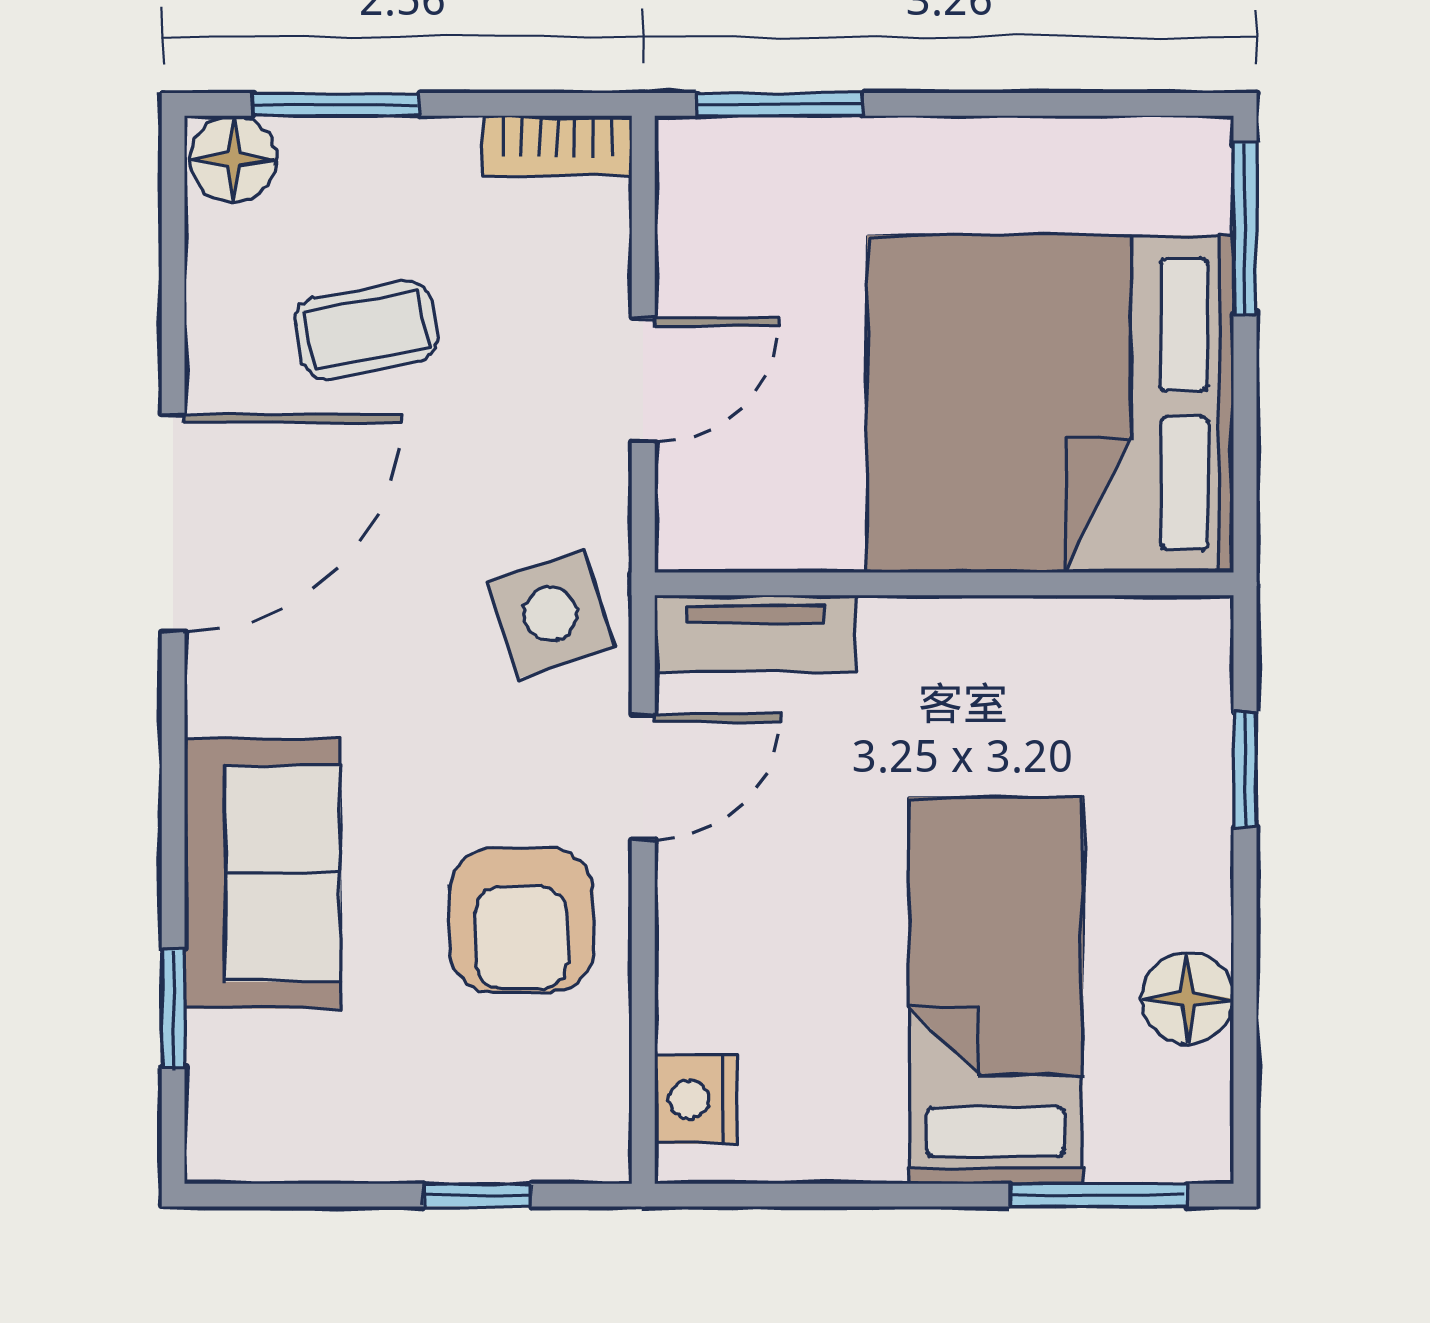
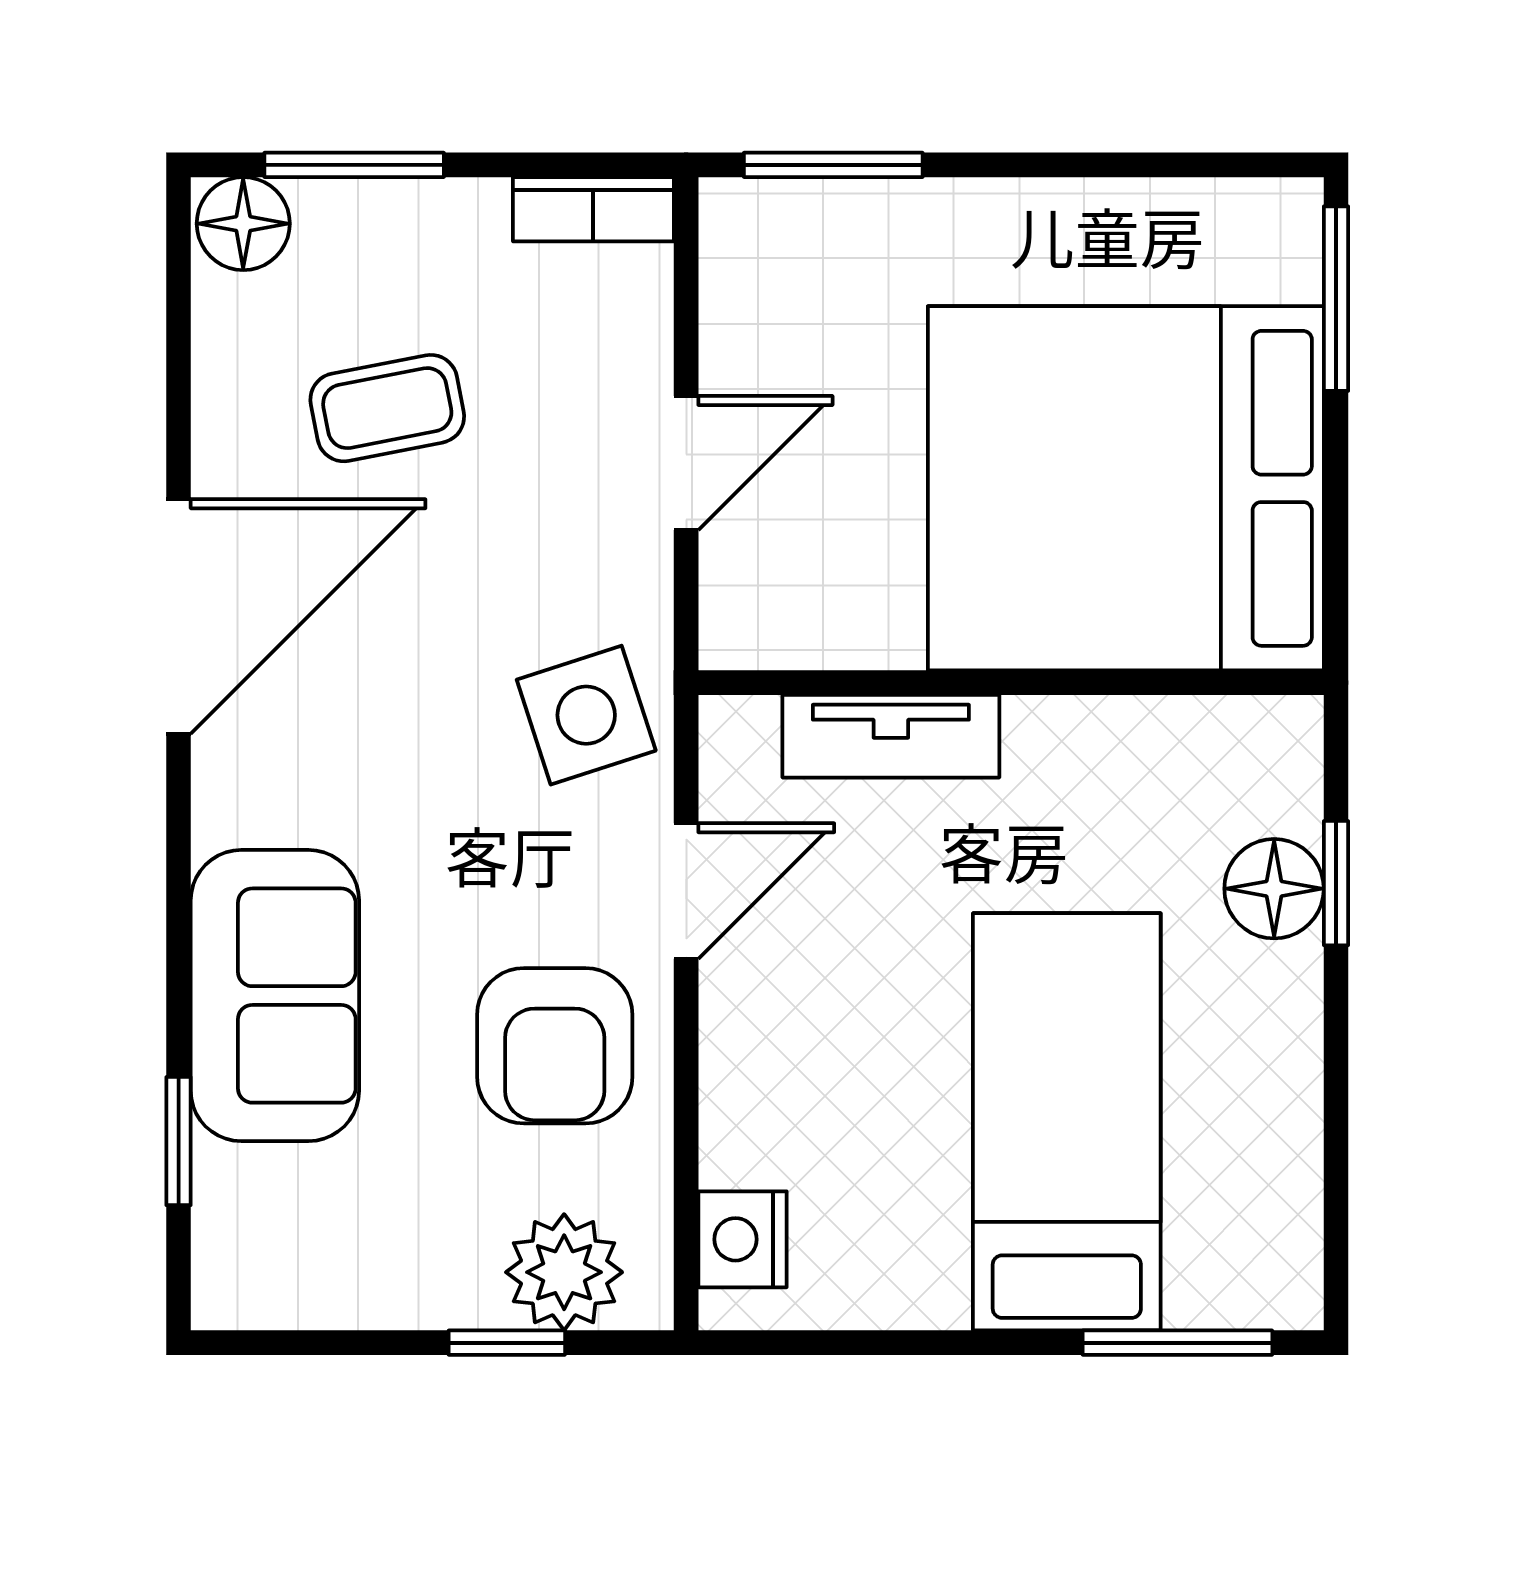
tv unit: (755, 634) -> (891, 736), moved
floor lamp: (1188, 999) -> (1274, 889), moved
plant: (530, 1130) -> (564, 1272), added

